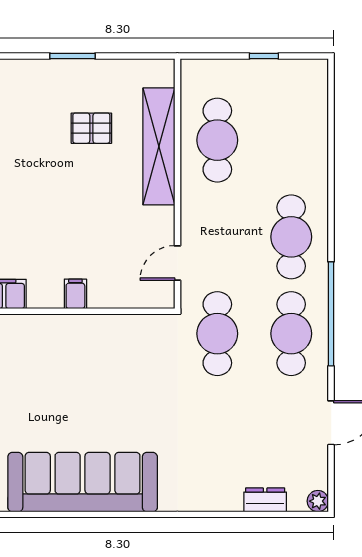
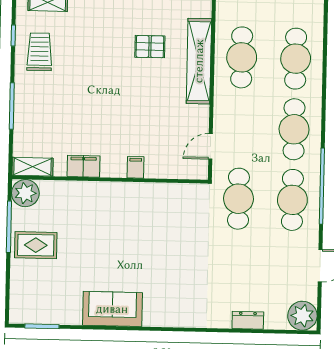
cafe table: (291, 140) -> (296, 59), added
sofa: (83, 482) -> (112, 309), width x0.54, depth x0.79
dresser: (265, 500) -> (248, 320), moved
plant: (318, 501) -> (302, 316), width x1.88, depth x1.88

